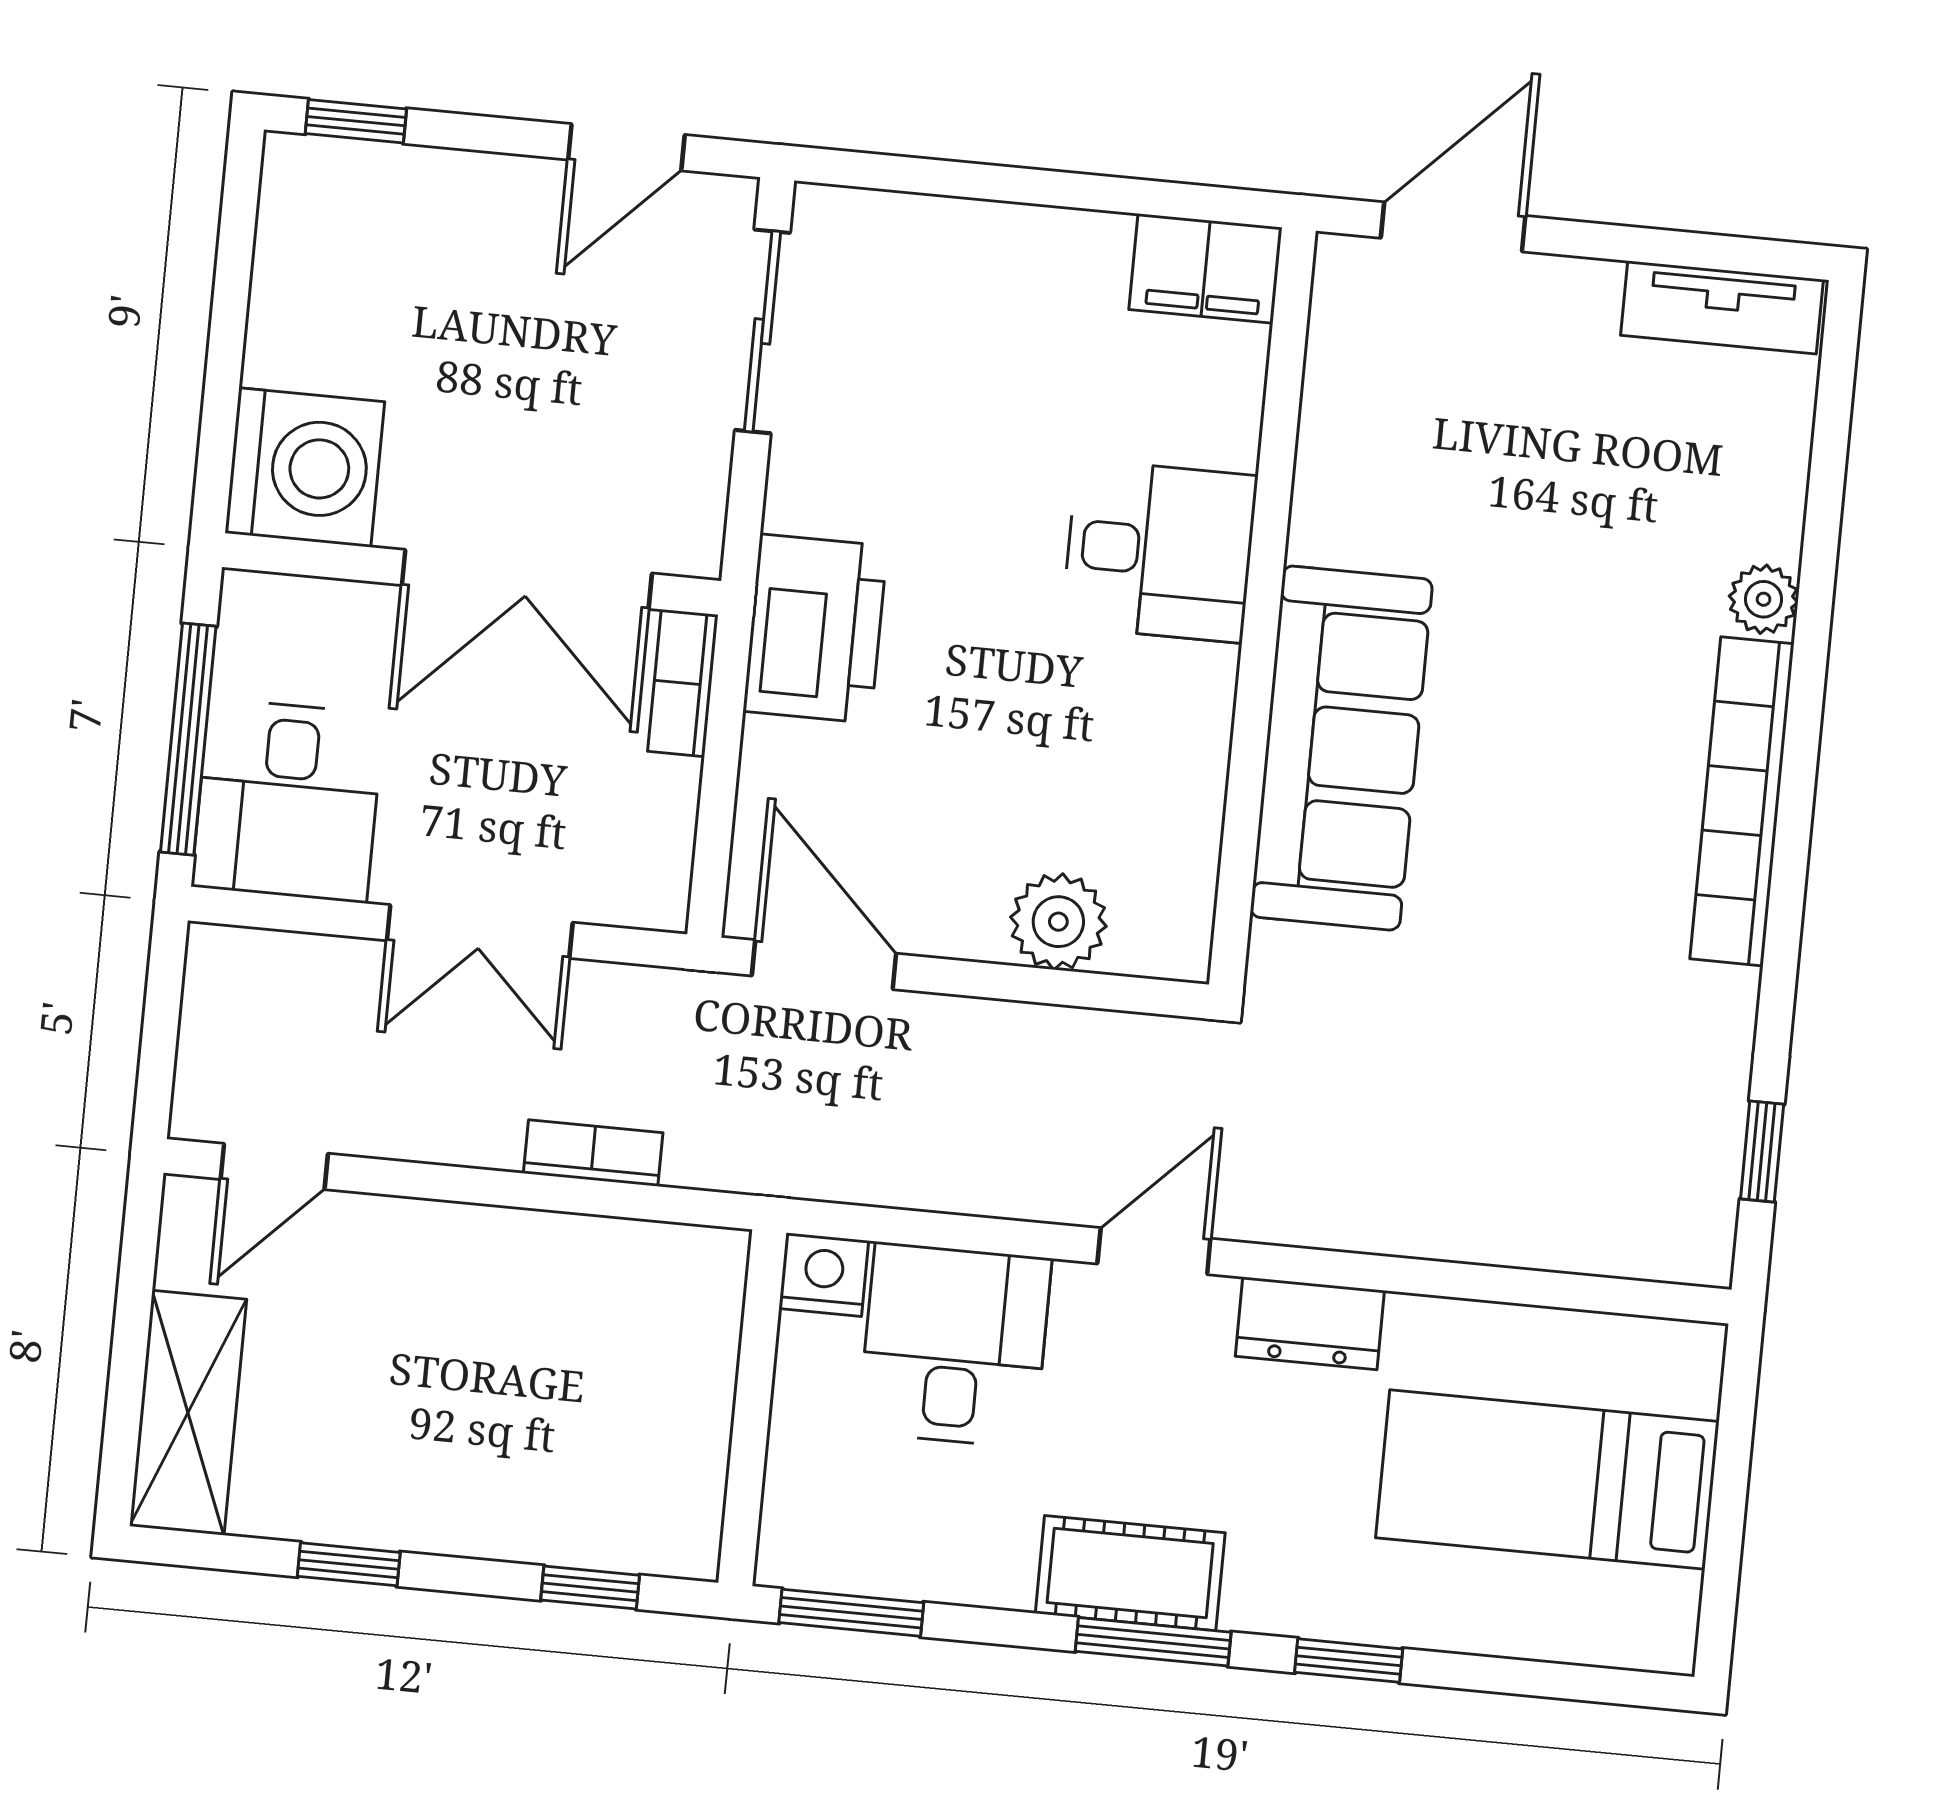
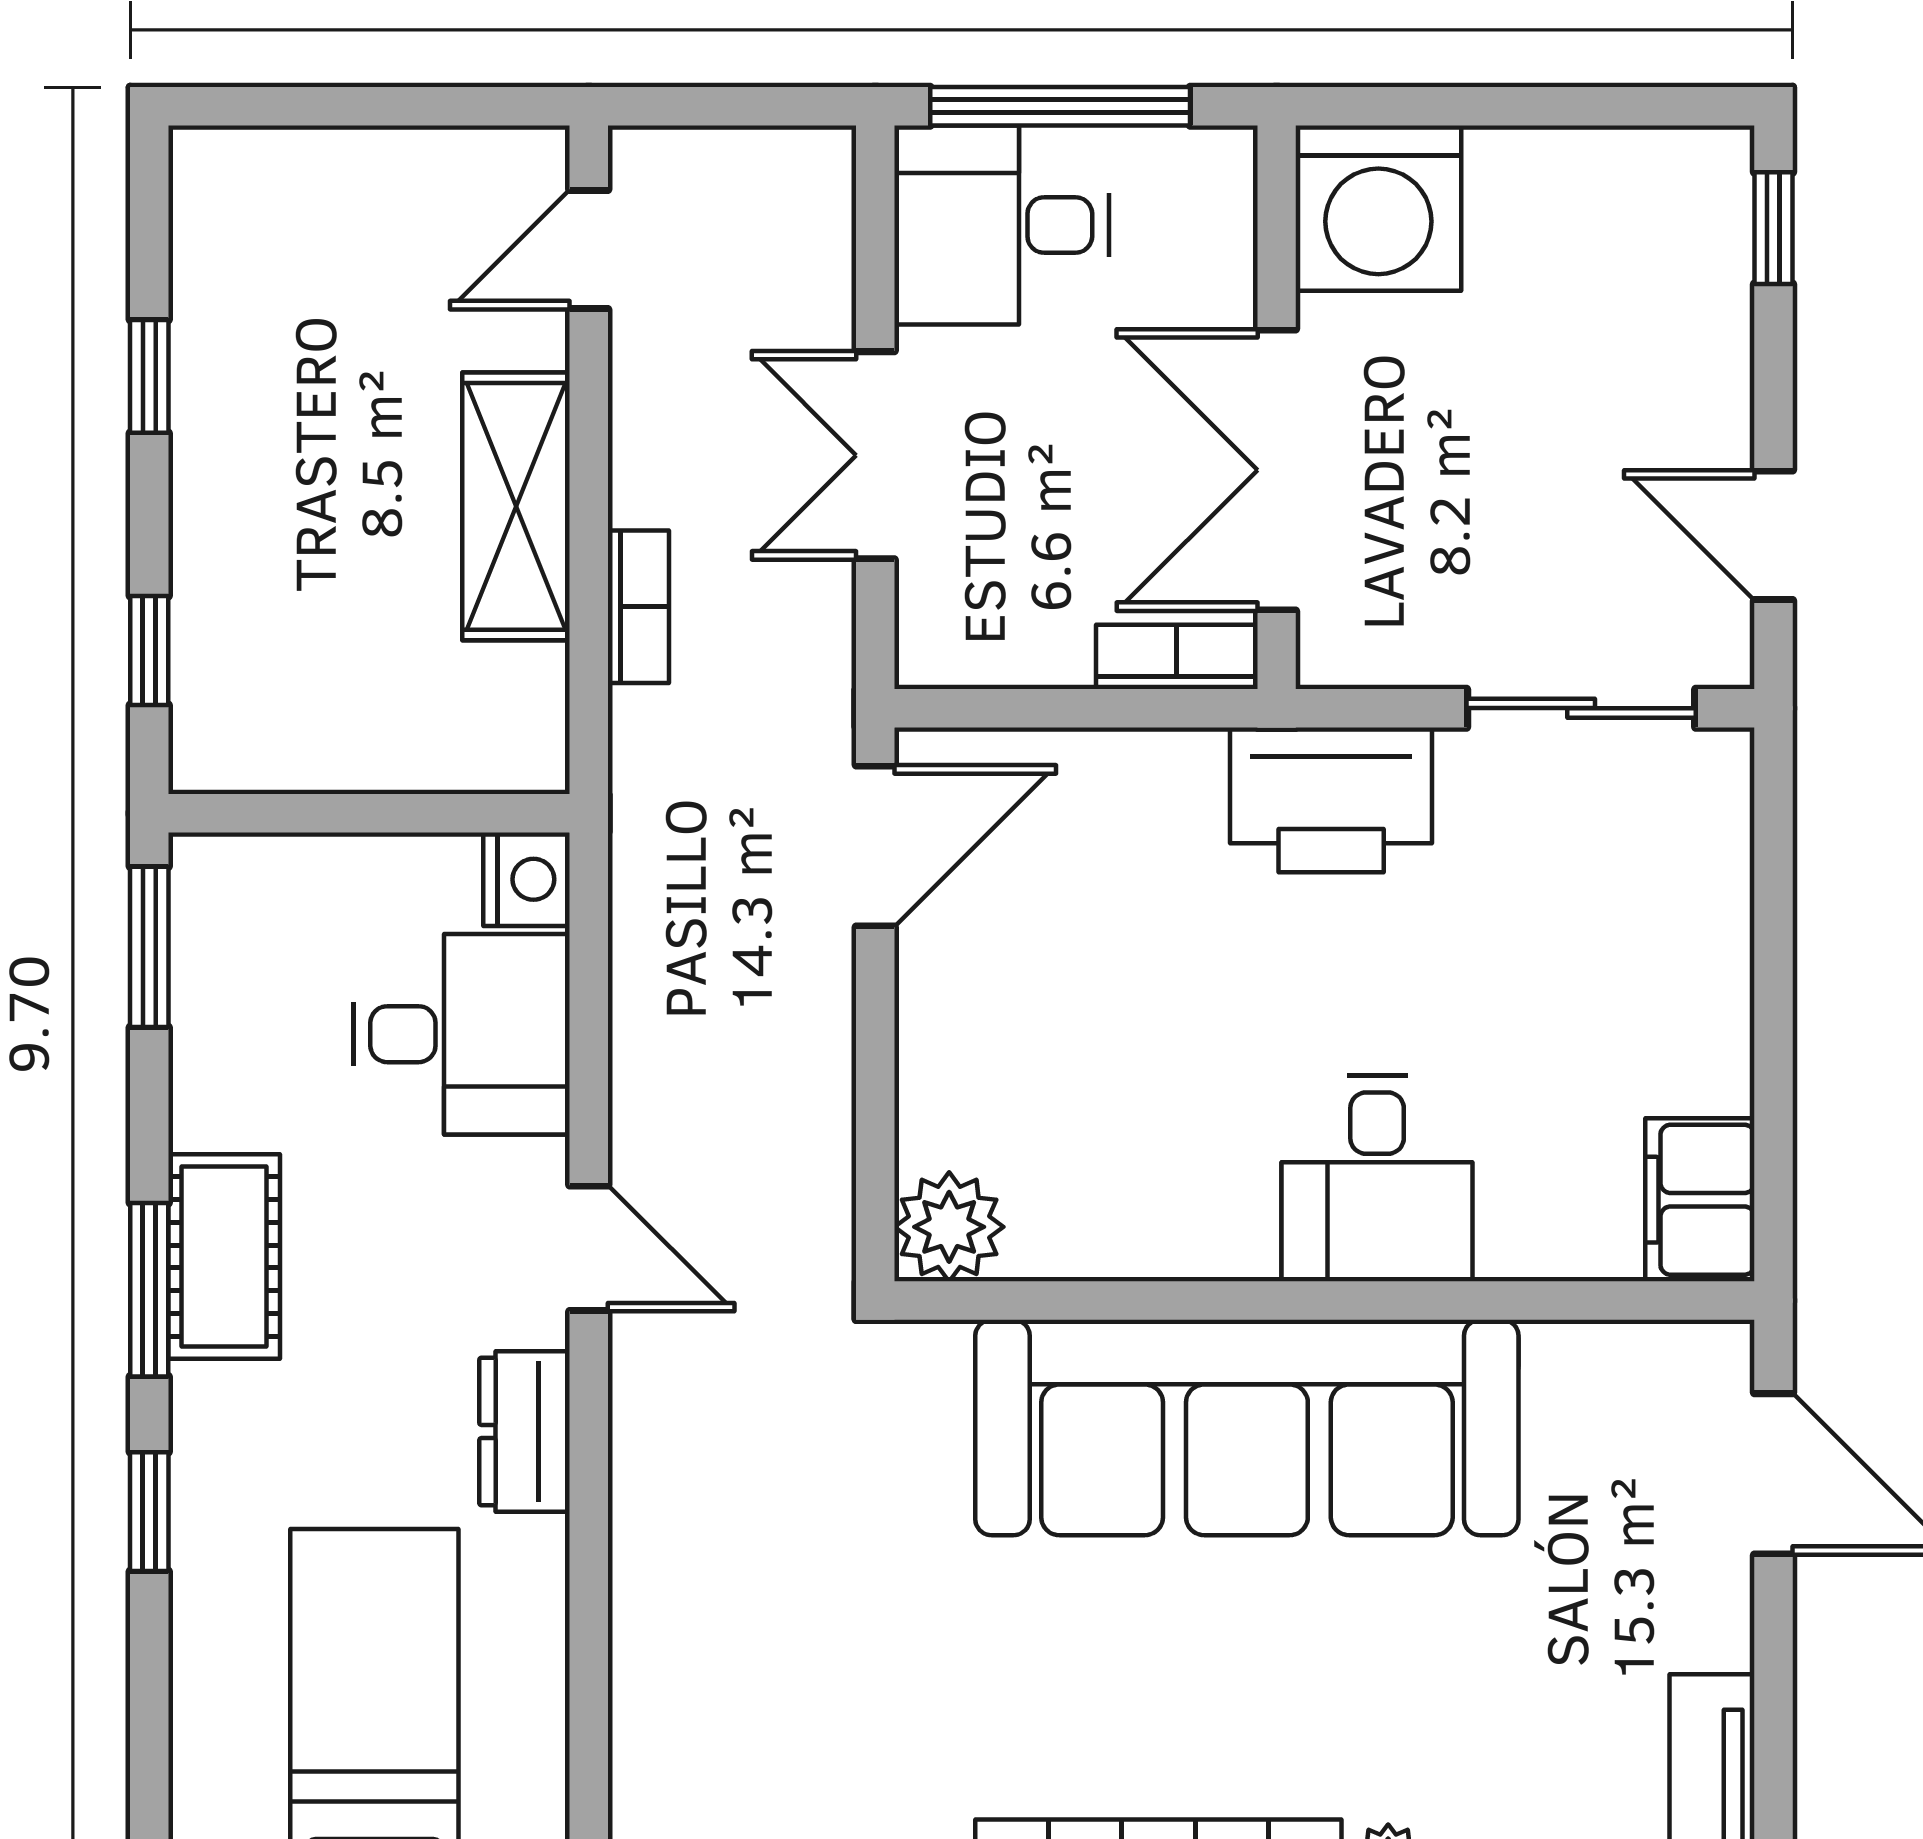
printer: (815, 629) -> (1331, 800), moved
sofa: (1341, 748) -> (1247, 1428), width x1.36, depth x1.27
plant: (1058, 922) -> (949, 1227), moved
door: (274, 1166) -> (589, 250), hinge flipped
shelving: (188, 1413) -> (516, 506), moved, turned 90

